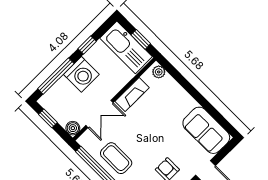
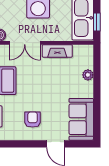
plant: (159, 72) -> (88, 75), moved

